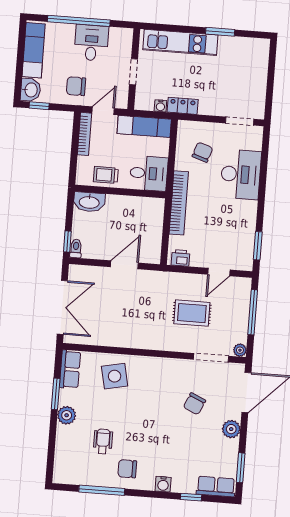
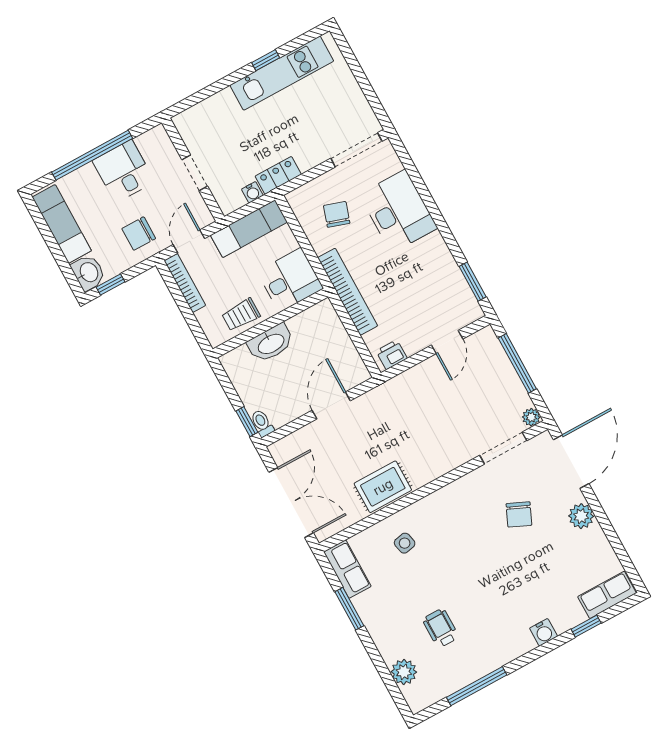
window: (220, 32) -> (266, 60), width x0.67
kitchen unit: (180, 42) -> (282, 73), moved
doorway: (240, 121) -> (356, 150), width x1.38
washbasin: (89, 202) -> (271, 343), moved
rug: (192, 313) -> (383, 487), moved
side table: (115, 376) -> (405, 543), width x0.54, depth x0.54
plant: (67, 415) -> (404, 672), moved
window: (241, 468) -> (622, 554), removed
chair: (127, 469) -> (490, 642), removed

